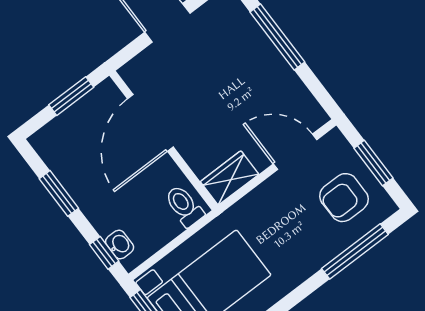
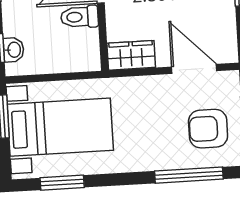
toilet: (184, 206) -> (80, 17), moved, turned -90

